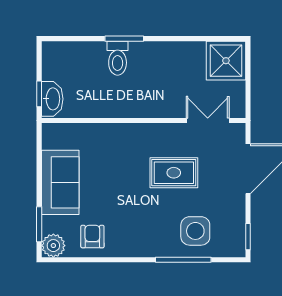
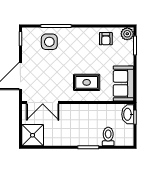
toilet: (118, 58) -> (108, 137), moved
double door: (208, 120) -> (43, 102), width x1.37
rug: (174, 173) -> (87, 82), moved
sofa: (60, 182) -> (123, 83), moved

